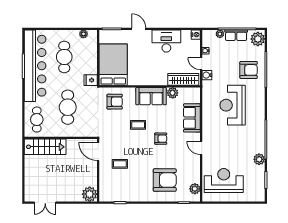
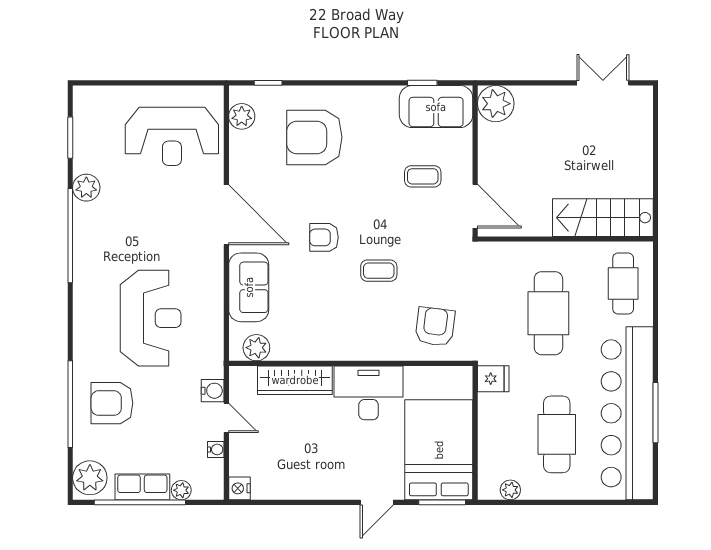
door: (139, 29) -> (377, 502), hinge flipped
desk: (166, 41) -> (369, 393), moved, turned 180
bed: (113, 65) -> (439, 450), moved, turned 180
wardrobe: (183, 79) -> (295, 380), moved
plant: (173, 93) -> (256, 348), moved
sofa: (151, 96) -> (436, 107), moved, turned 180
armchair: (115, 102) -> (435, 327), turned 97
door: (201, 148) -> (226, 215), width x1.87

